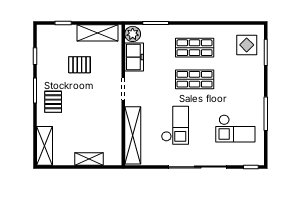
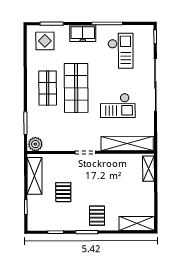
freezer: (134, 57) -> (83, 33), moved, turned 180
shop shelf: (195, 79) -> (76, 88), width x1.43, depth x1.36
pallet: (53, 102) -> (97, 216), turned 90
checkout: (175, 125) -> (118, 105), turned 180
shelving: (89, 159) -> (148, 169), moved

